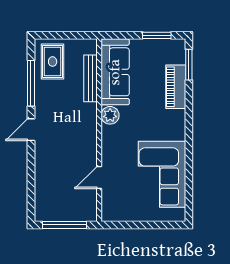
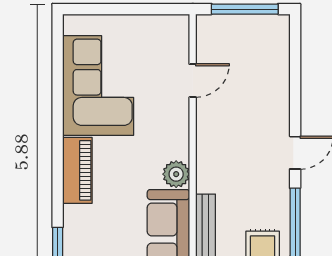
piano: (176, 87) -> (77, 170), moved

